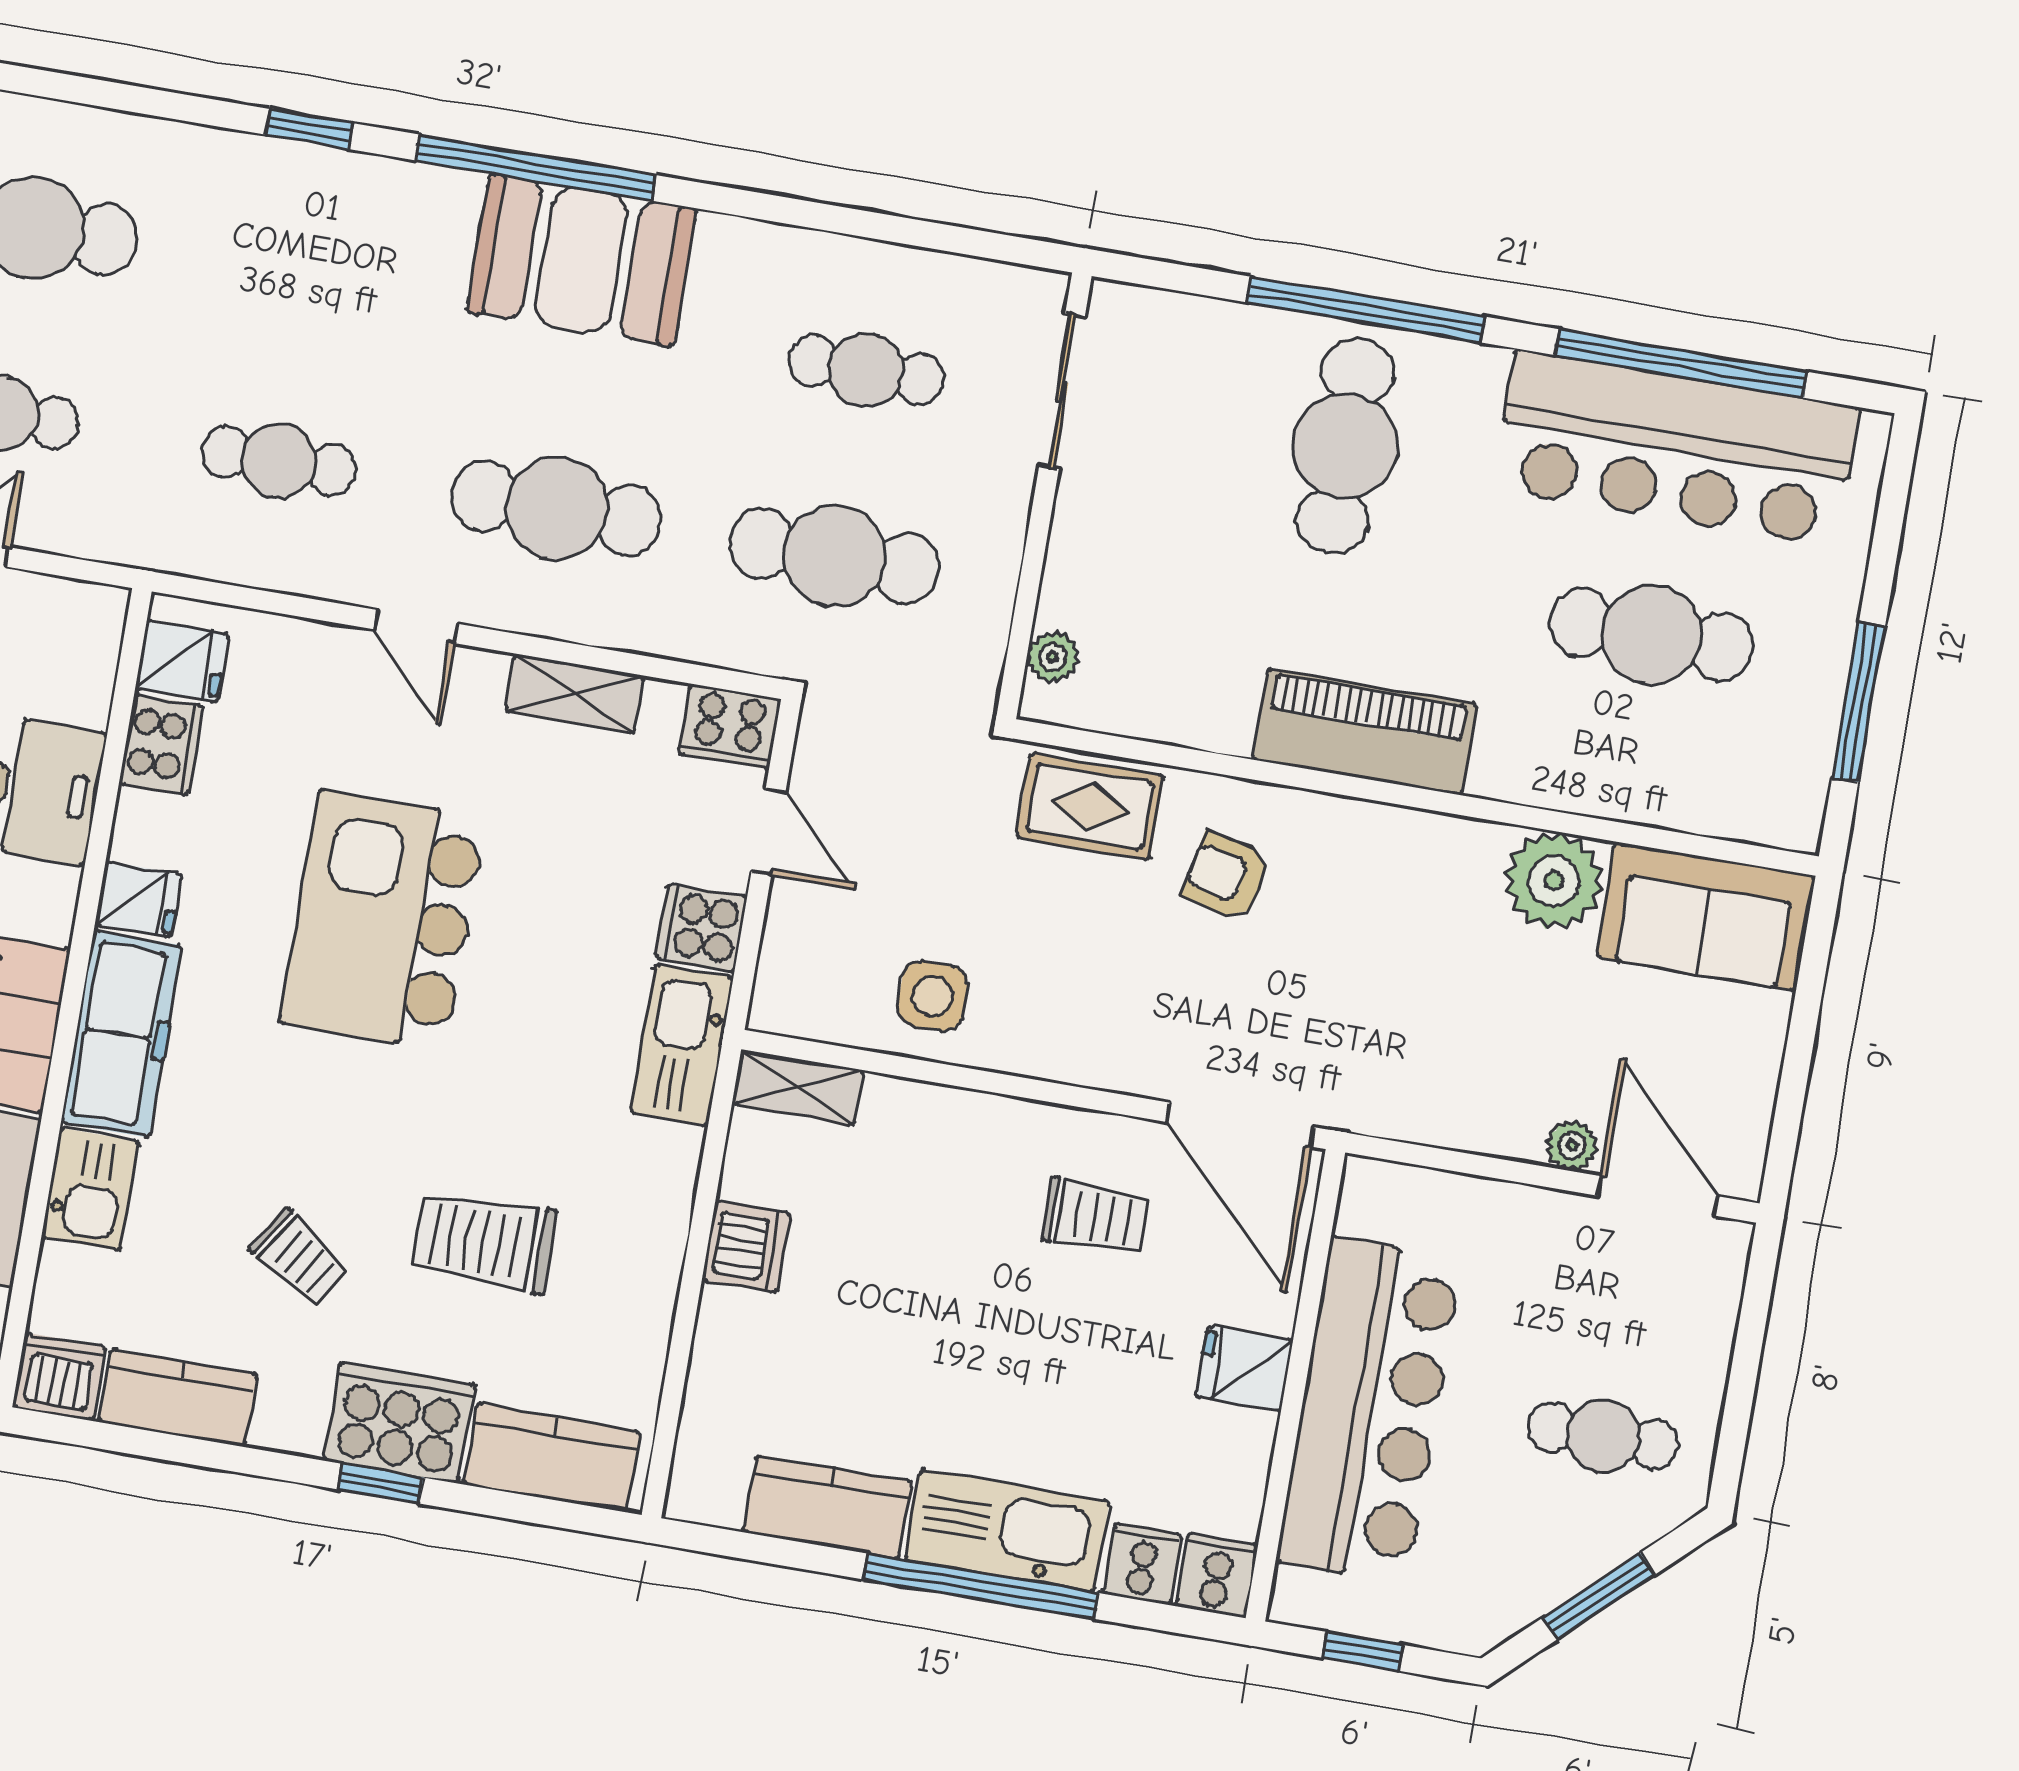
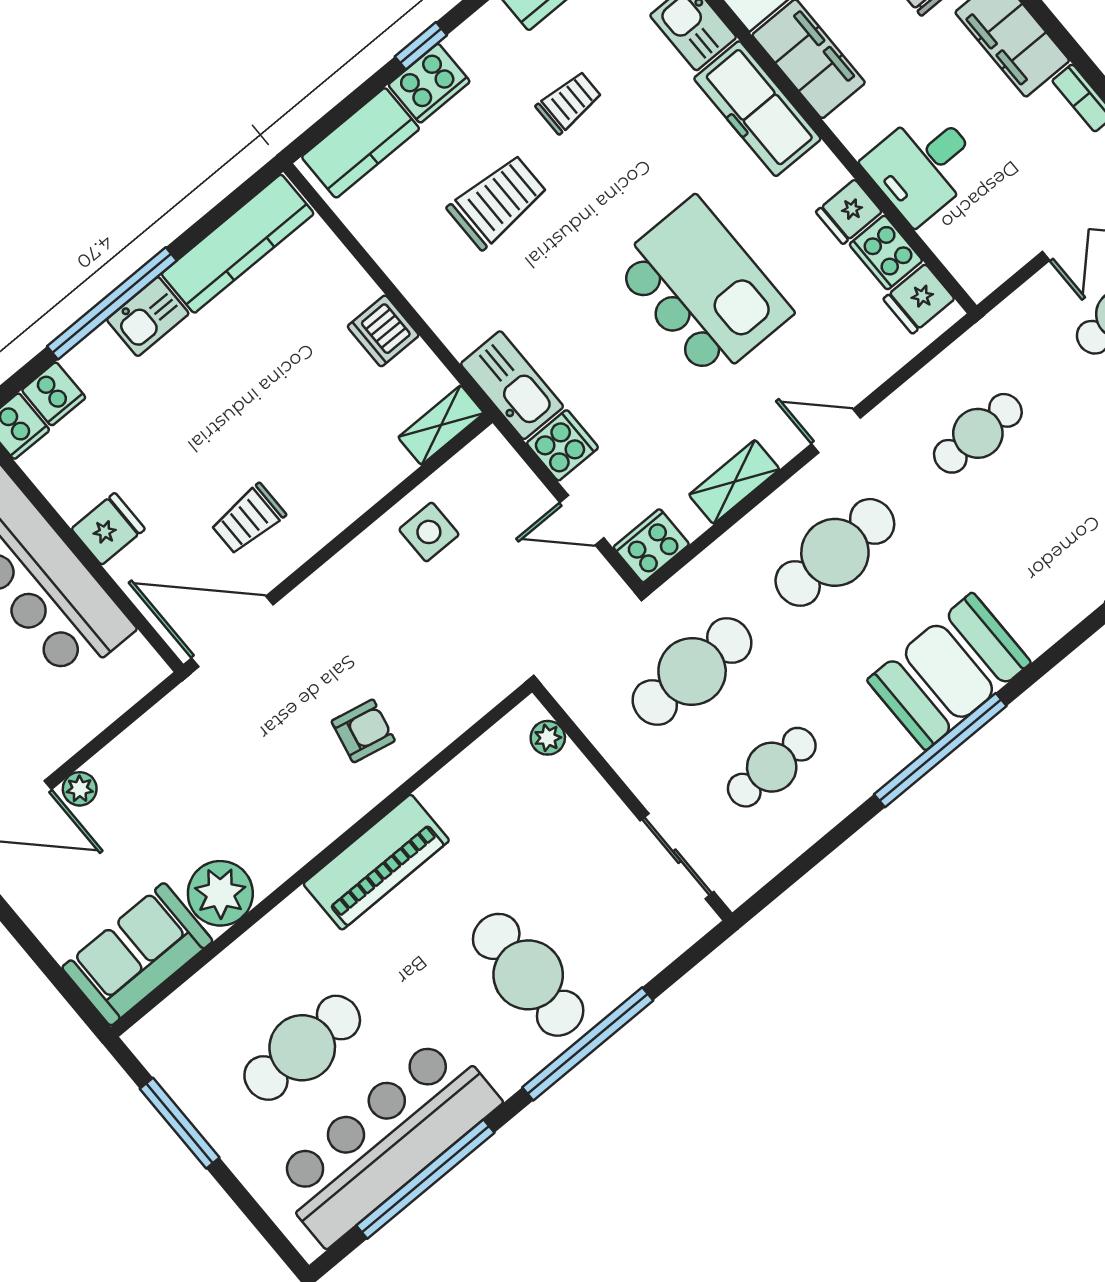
window: (536, 168) -> (940, 750), moved
rug: (1090, 807) -> (457, 692), removed
fridge: (138, 900) -> (849, 212), moved
trolley: (300, 1257) -> (569, 102), turned 147
cooker: (399, 1422) -> (429, 83), width x0.73, depth x0.76
kitchen counter: (828, 1507) -> (238, 244), width x1.50
kitchen sink: (1007, 1530) -> (148, 317), width x0.53, depth x0.81

